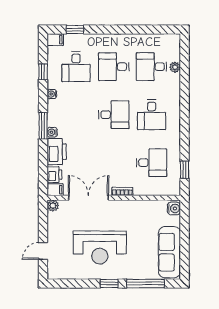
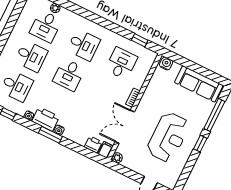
desk: (114, 67) -> (31, 56), turned -90
desk: (114, 115) -> (69, 75), turned 180
printer: (57, 152) -> (46, 119), moved

